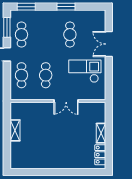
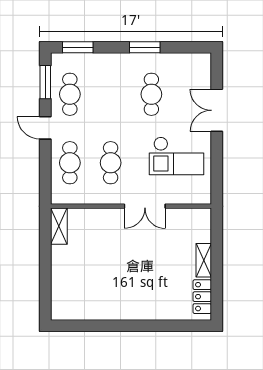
checkout: (85, 71) -> (176, 156), turned 180
shelving: (15, 130) -> (59, 226), moved

